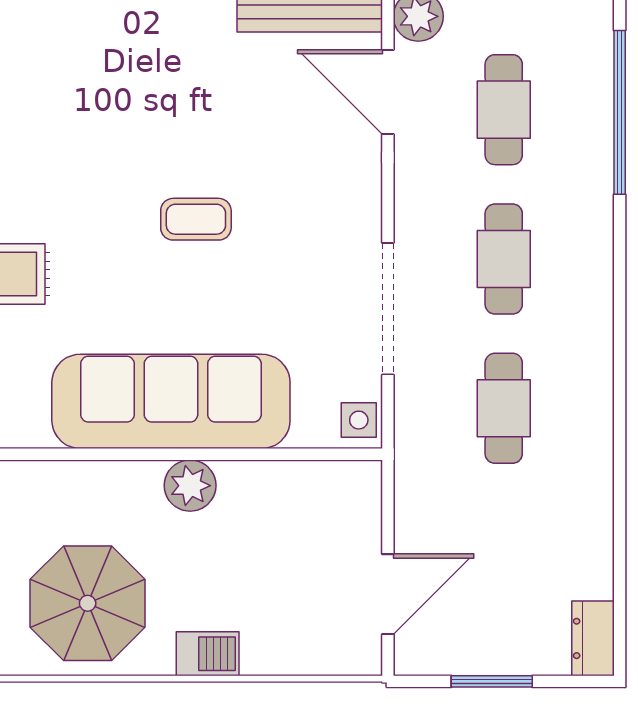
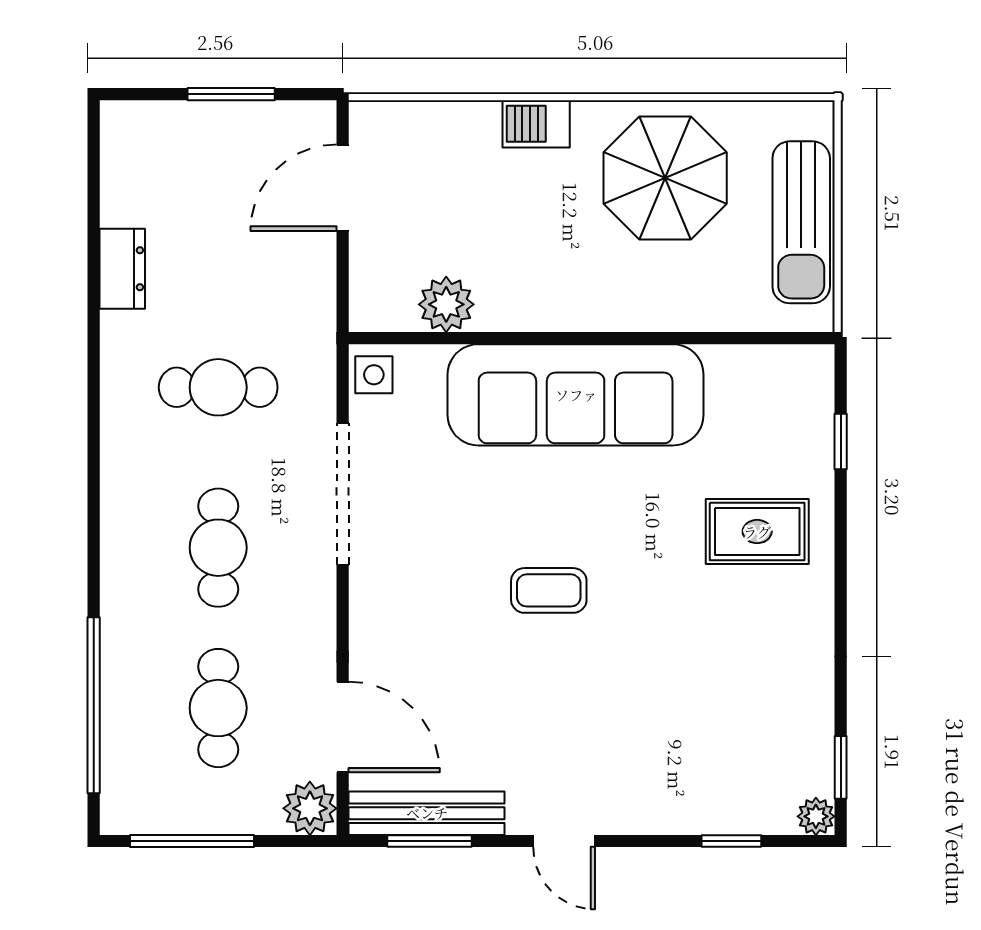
cafe table: (504, 408) -> (218, 387), turned 90
plant: (190, 486) -> (446, 304), moved
dresser: (593, 638) -> (122, 269), moved

